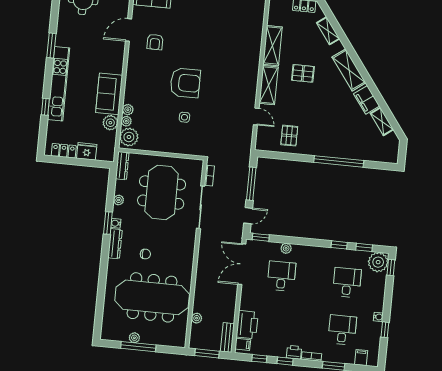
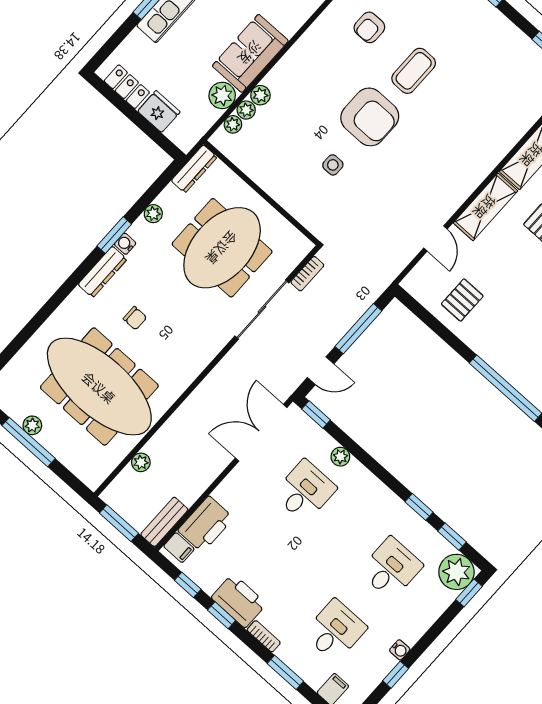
coffee table: (190, 47) -> (414, 71), added
plant: (129, 137) -> (233, 124), width x0.53, depth x0.53
printer: (294, 352) -> (239, 601), width x1.87, depth x1.48

